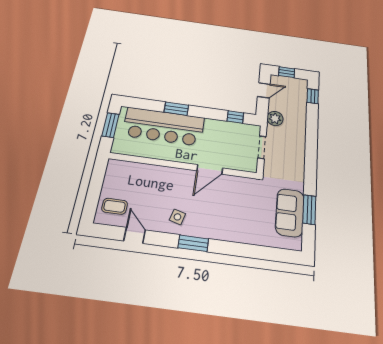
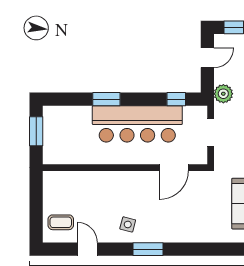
bar counter: (164, 126) -> (137, 124), moved
door: (210, 169) -> (174, 168), moved

